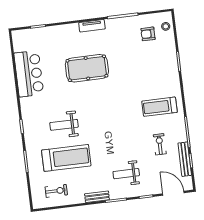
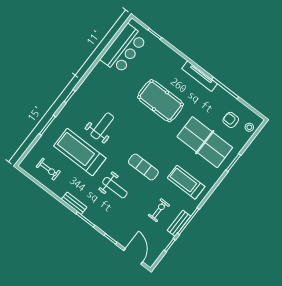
tv unit: (92, 26) -> (200, 76), width x1.41
table tennis table: (145, 67) -> (205, 142), added
bar counter: (29, 74) -> (124, 49), moved
weight bench: (64, 125) -> (102, 126), turned 90
exercise mat: (120, 125) -> (143, 167), added
treadmill: (66, 158) -> (80, 152), turned 180
bench: (185, 159) -> (179, 223), moved, width x0.73
weight bench: (126, 174) -> (115, 188), moved, turned 180

